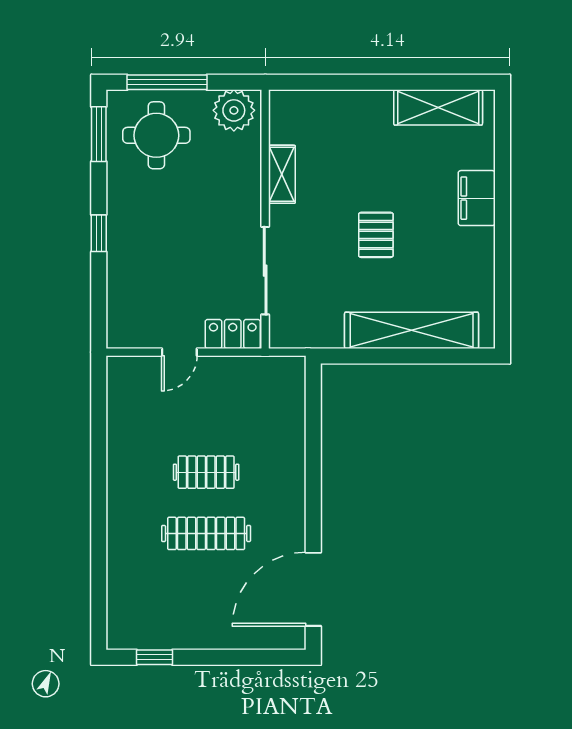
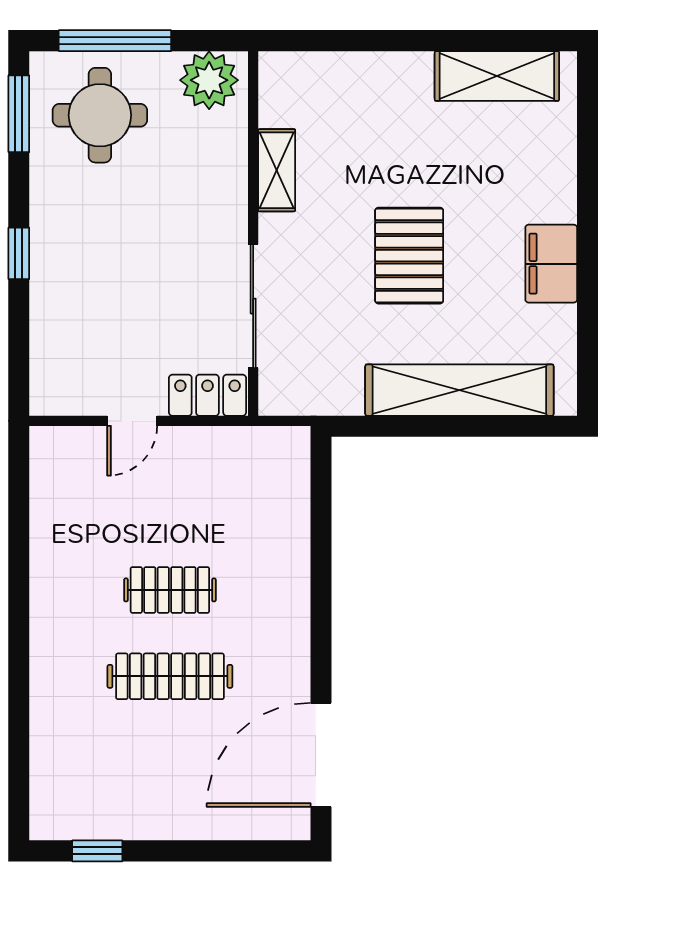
filing cabinet: (477, 198) -> (551, 264), moved
pallet: (376, 235) -> (409, 256), width x1.50, depth x1.42

